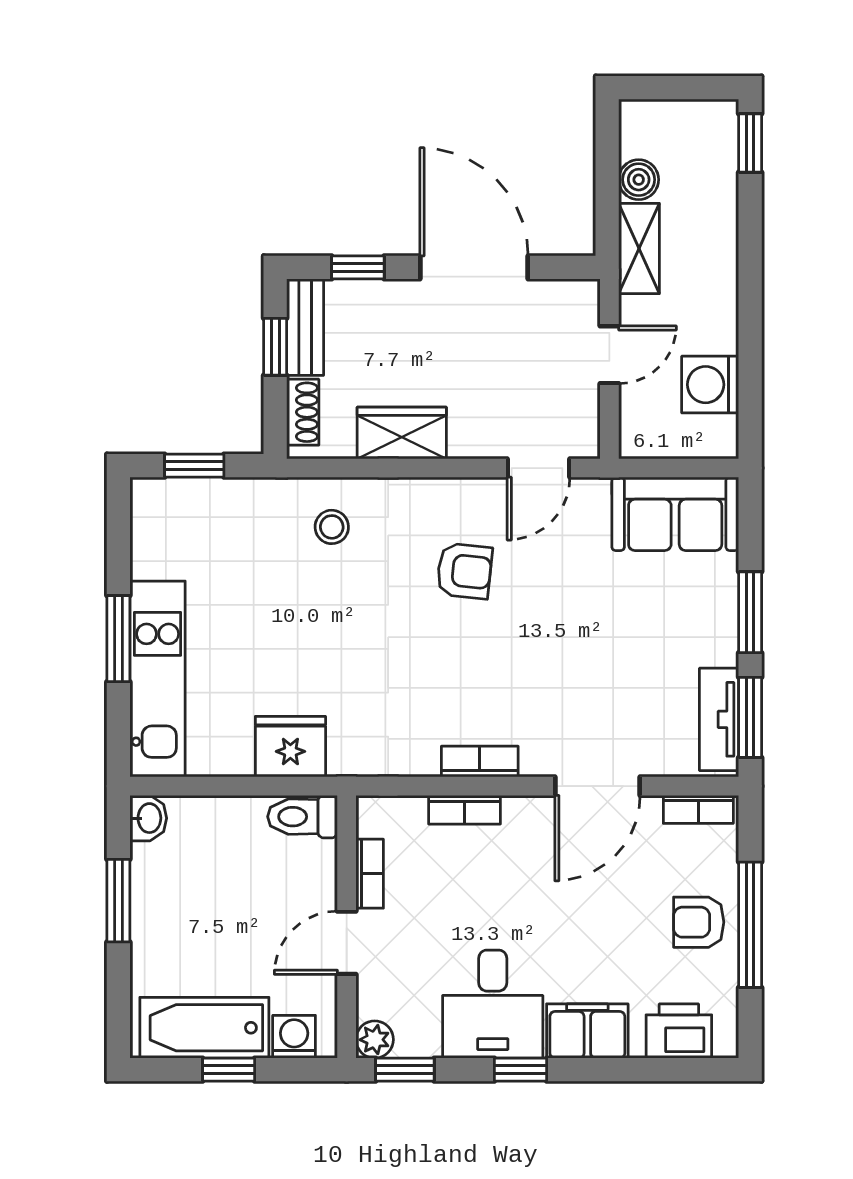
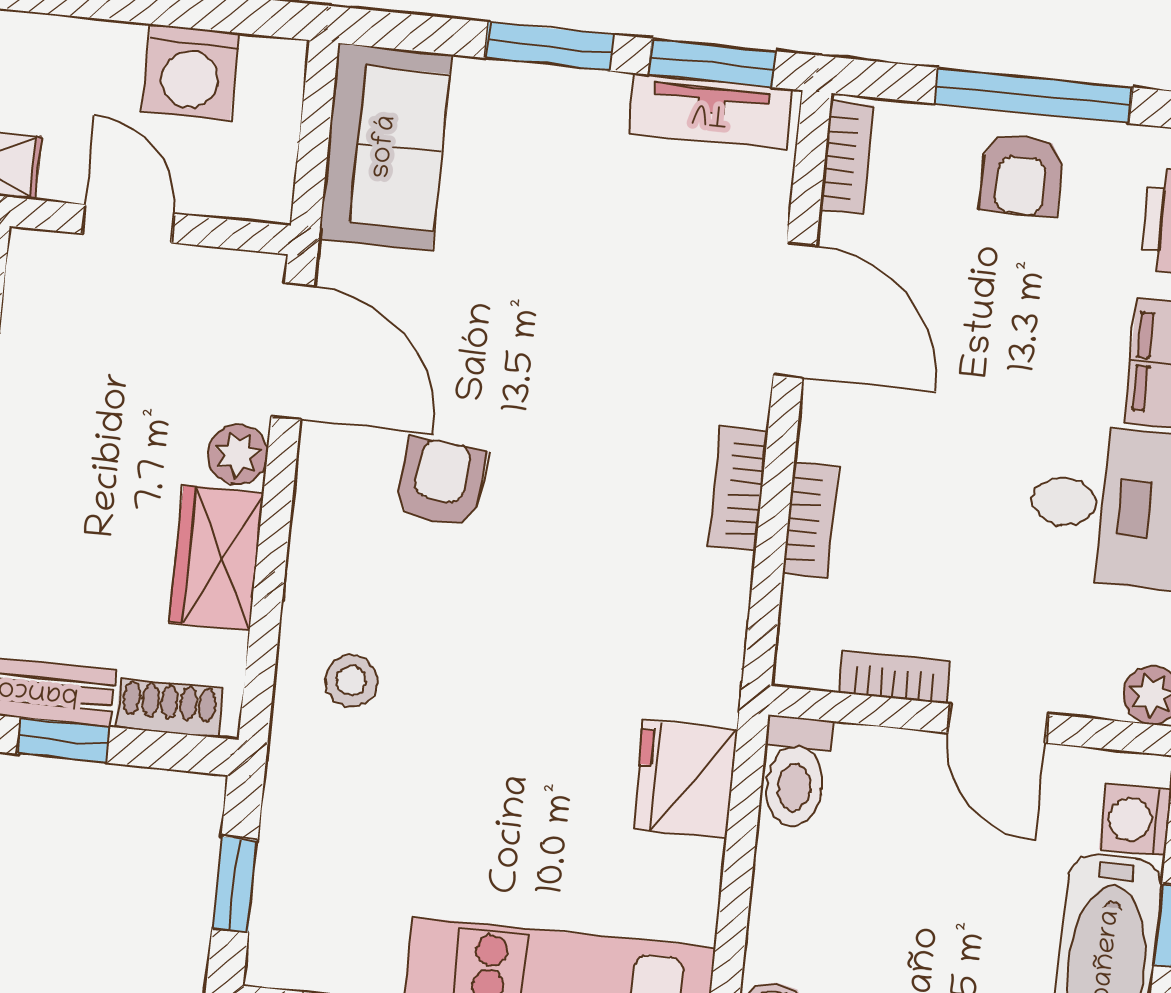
plant: (469, 440) -> (238, 454), added
door: (539, 468) -> (293, 351), width x1.38

